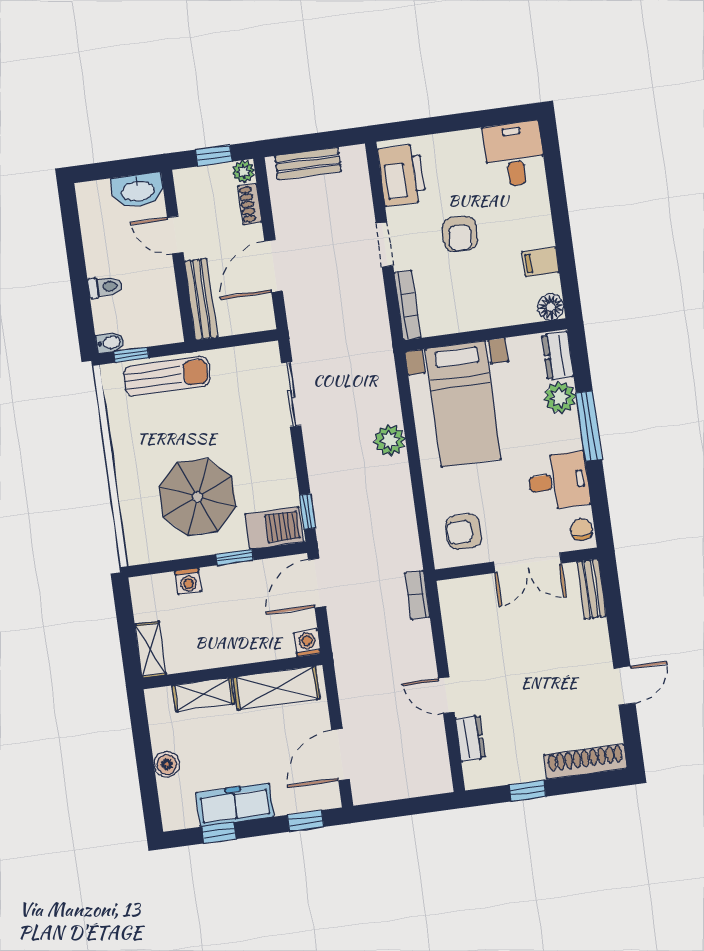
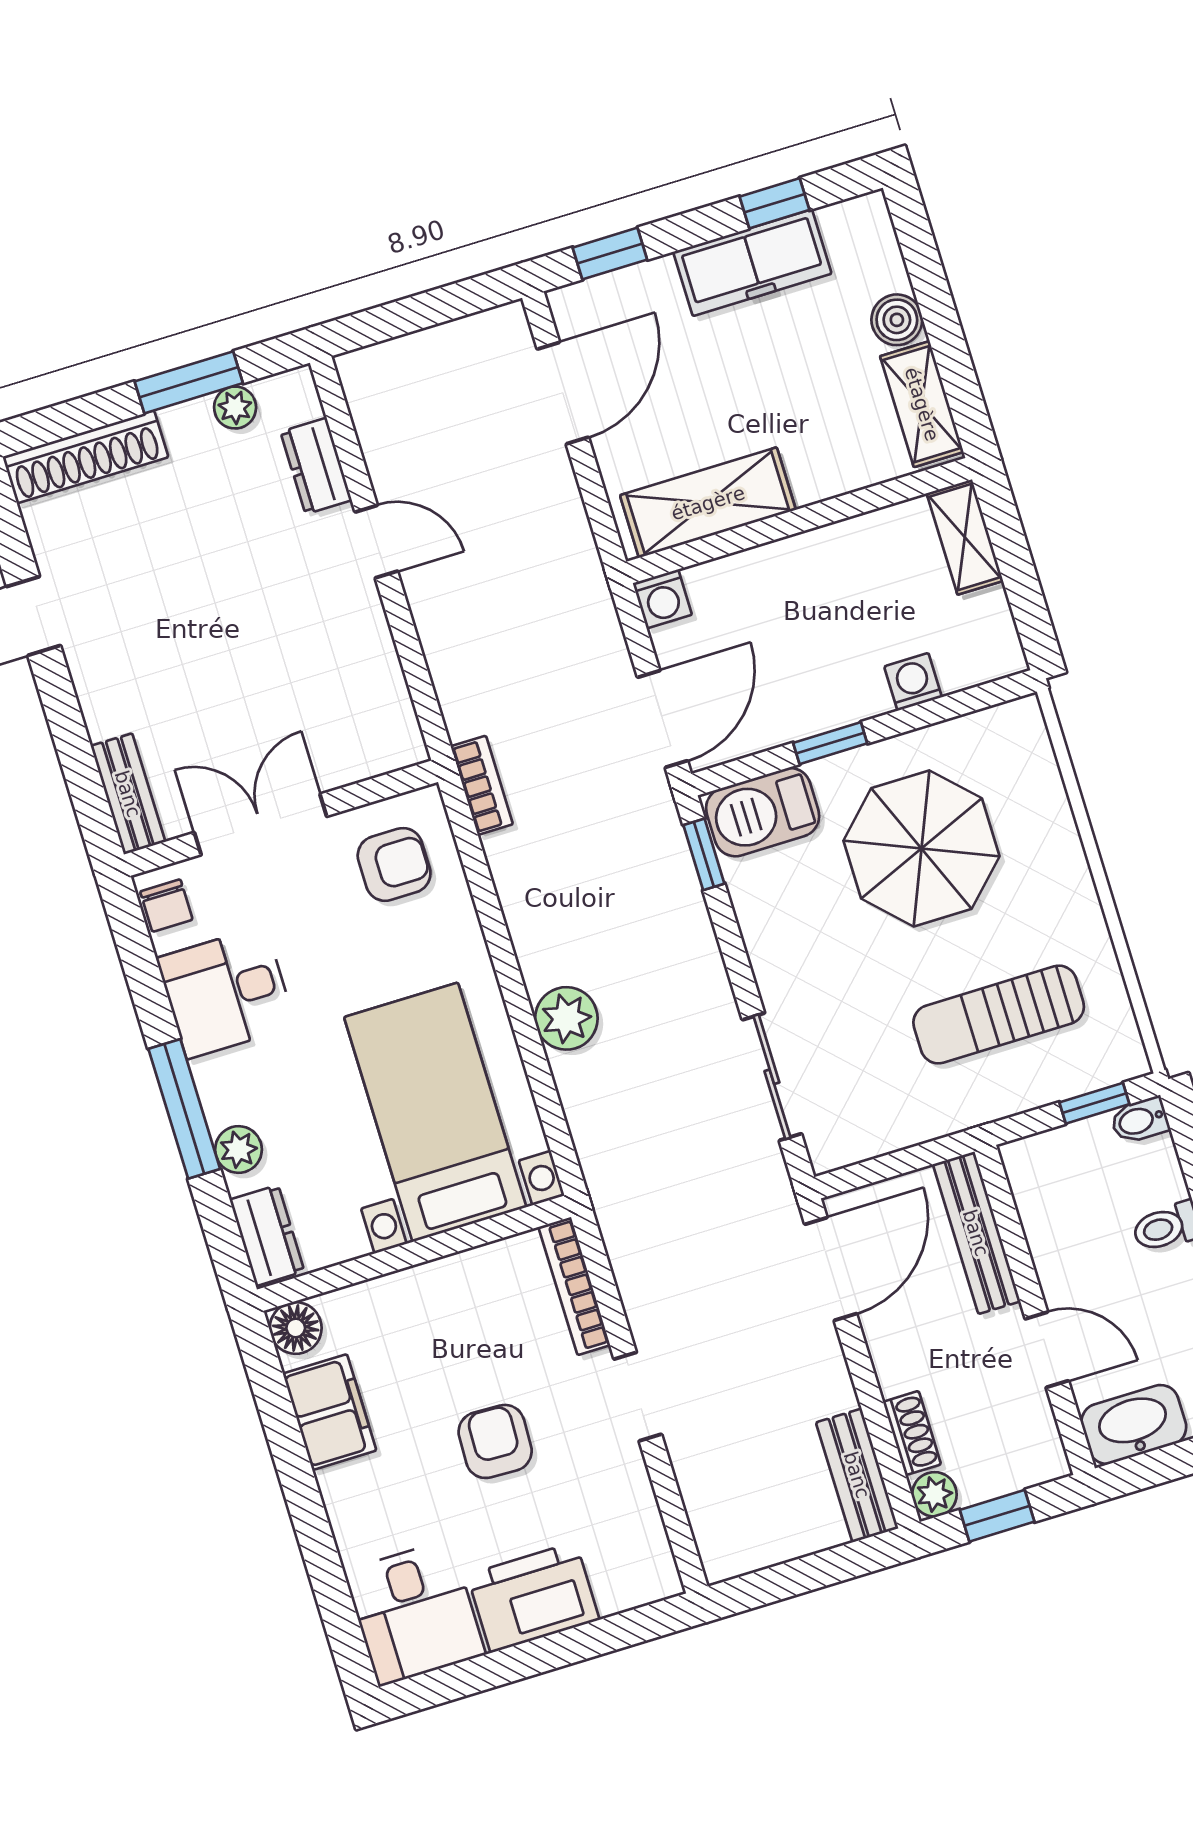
bench: (308, 164) -> (857, 1475), moved, turned 90
printer: (402, 175) -> (533, 1597), moved, turned 90
filing cabinet: (541, 262) -> (330, 1412), width x2.00
door: (274, 266) -> (831, 1269), moved
sun lounger: (167, 376) -> (999, 1015), moved
plant: (560, 397) -> (238, 1150), width x0.73, depth x0.73
bookcase: (417, 595) -> (482, 785), moved
shelving: (203, 695) -> (922, 404), moved, turned 90
plant: (506, 774) -> (235, 408), added
window: (528, 791) -> (189, 382), width x1.50

